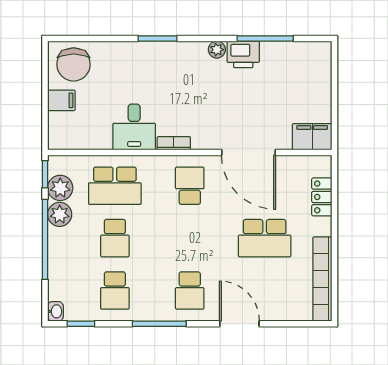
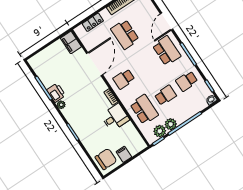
school desk: (265, 238) -> (125, 34), turned 180
school desk: (115, 291) -> (187, 81), turned 180
school desk: (190, 291) -> (167, 51), width x1.85

